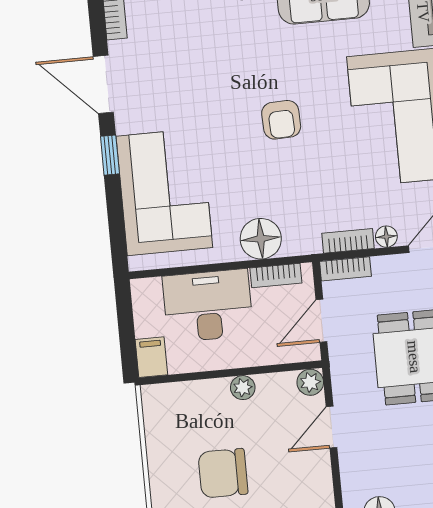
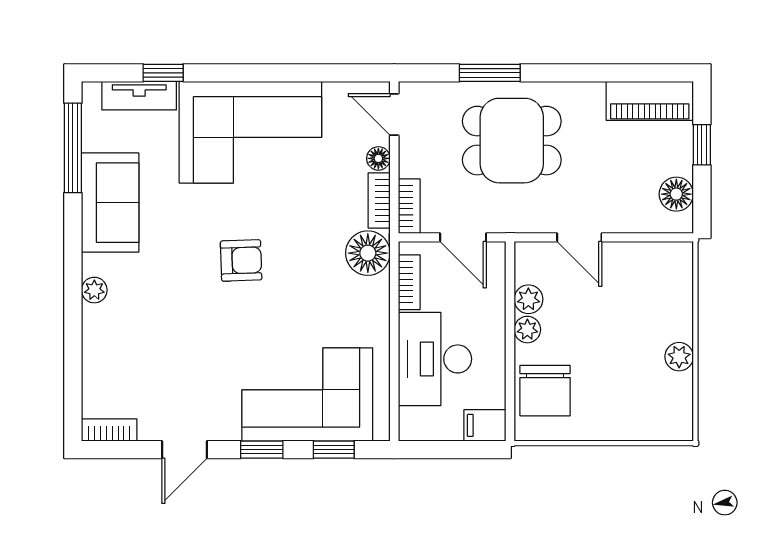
door: (103, 84) -> (184, 450), width x0.73
window: (116, 221) -> (334, 450), added
floor lamp: (261, 239) -> (368, 253), moved
plant: (310, 382) -> (528, 299), moved
chair: (223, 473) -> (545, 391), moved

